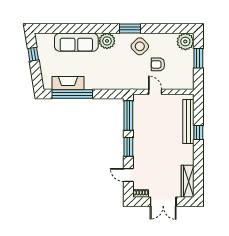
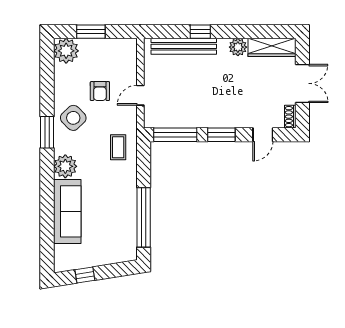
coffee table: (120, 77) -> (118, 147), added
fireplace: (68, 83) -> (127, 224), removed
plant: (188, 158) -> (238, 47), added

